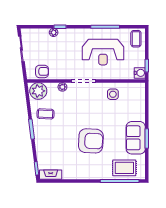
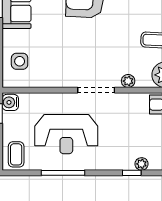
reception desk: (103, 52) -> (66, 134), turned 180
side table: (113, 94) -> (20, 61), moved

